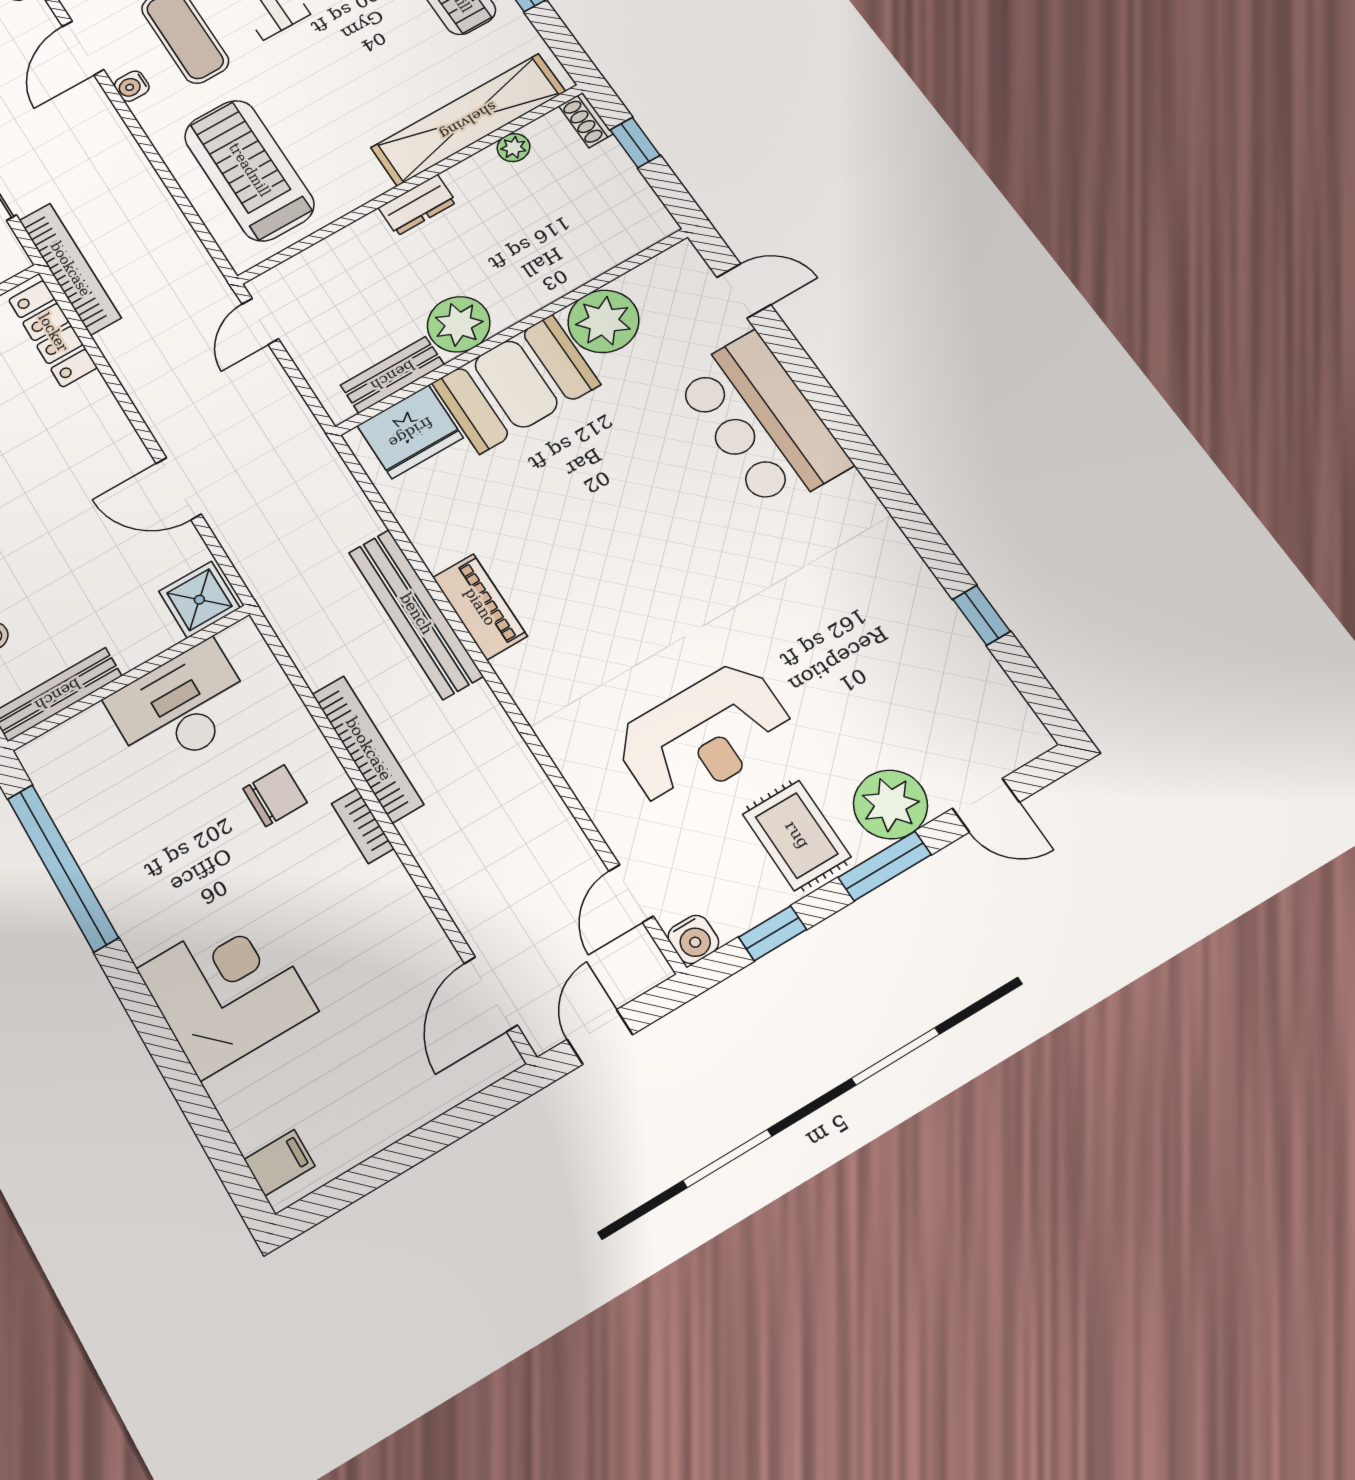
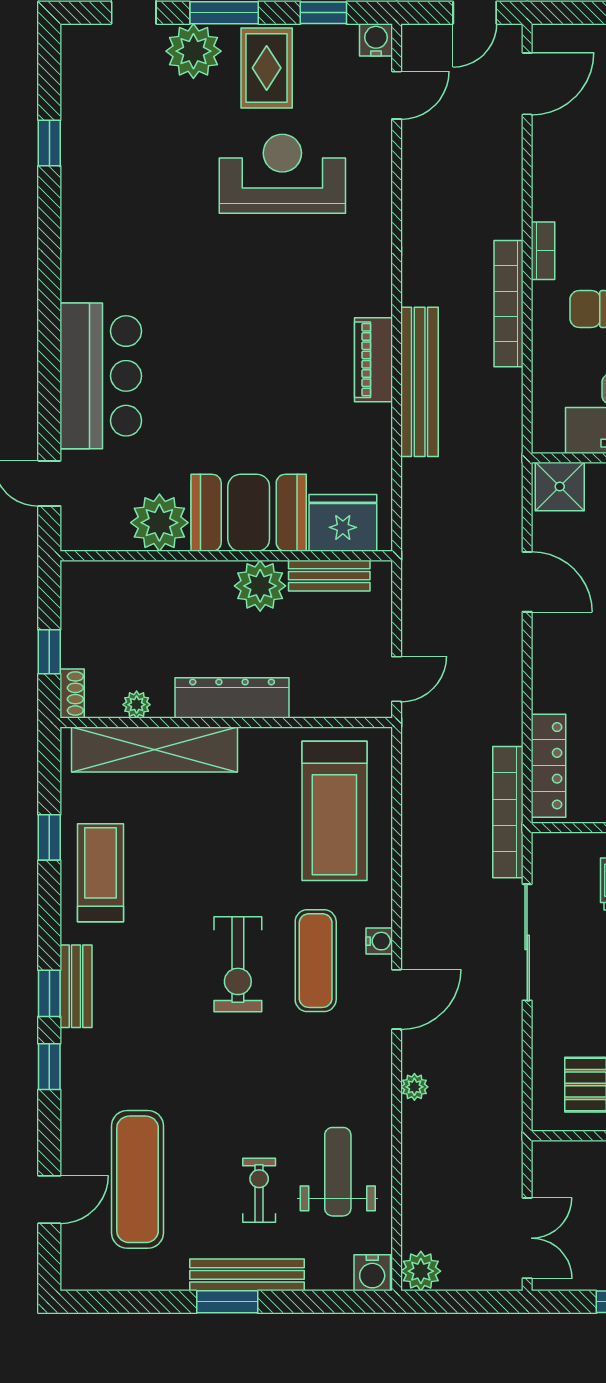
dresser: (417, 205) -> (232, 698), width x1.96, depth x1.24

